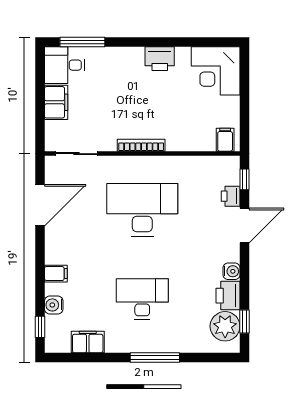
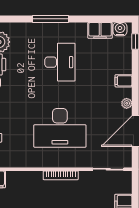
plant: (52, 243) -> (127, 103), added
desk: (142, 299) -> (60, 62), turned -90
water cooler: (54, 305) -> (120, 29), moved, turned -90

